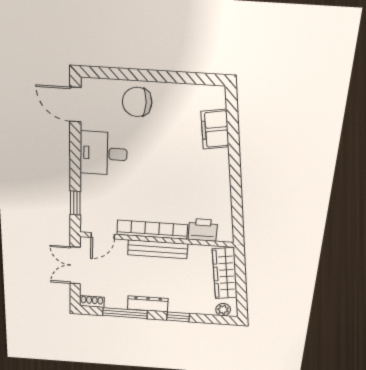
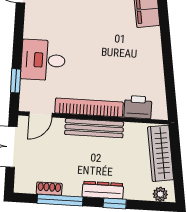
desk: (104, 153) -> (43, 60), moved
shoe rack: (92, 301) -> (49, 189), moved
dresser: (148, 304) -> (103, 190), moved

